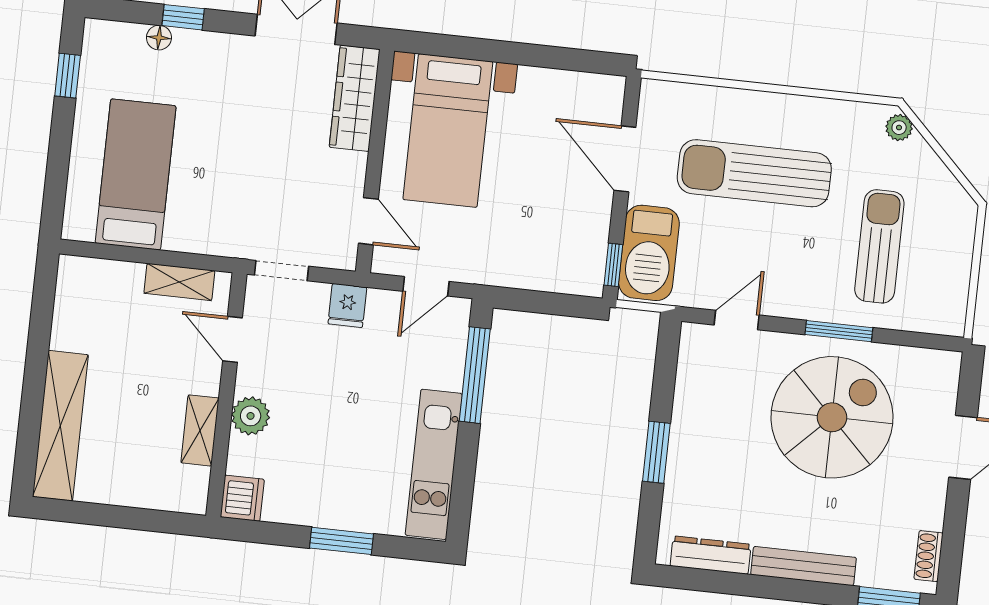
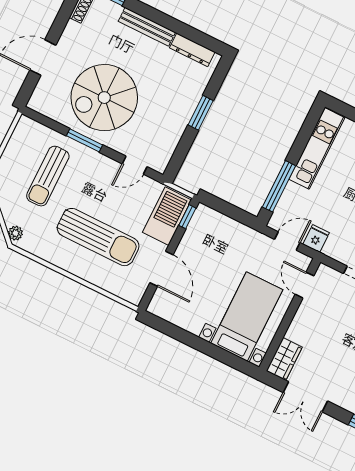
wardrobe: (355, 98) -> (284, 359), width x0.67
fridge: (347, 305) -> (316, 239), moved

